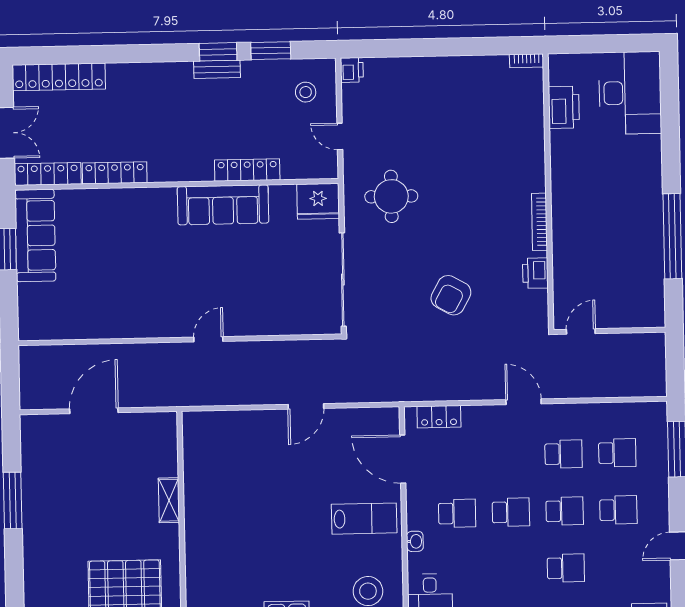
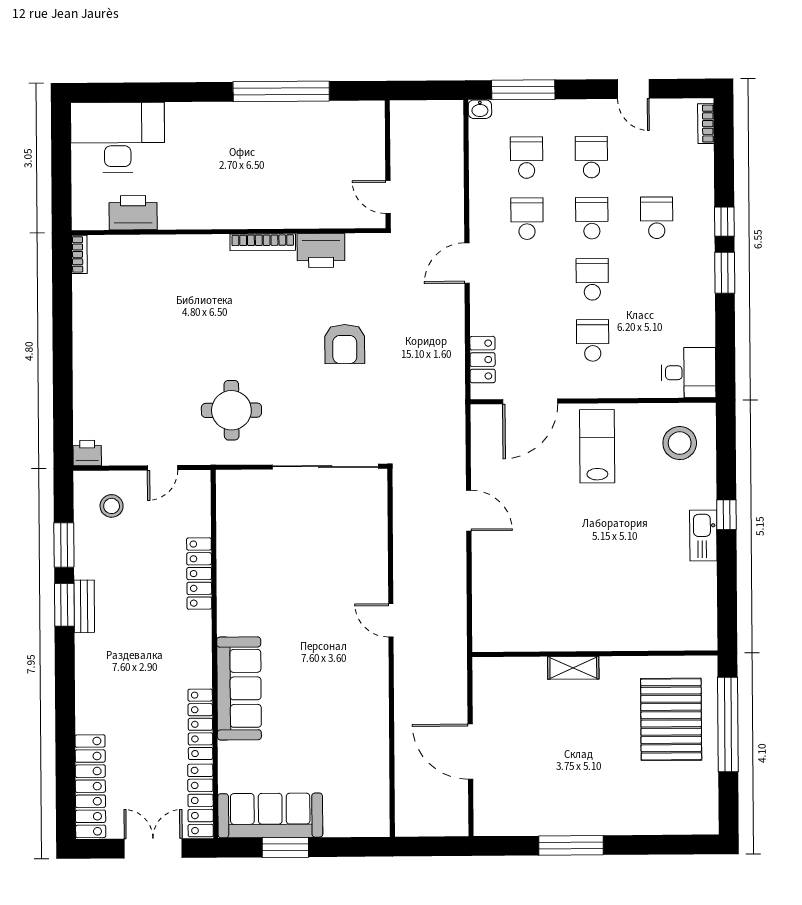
fridge: (318, 201) -> (236, 493), removed
sofa: (223, 205) -> (239, 688), moved
printer: (535, 273) -> (321, 250), width x1.37, depth x1.19
armchair: (451, 295) -> (345, 344), turned 61
washbasin: (415, 541) -> (480, 109), moved, turned 180

